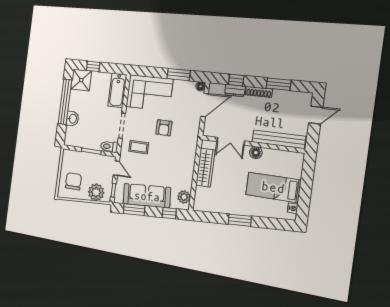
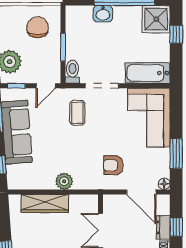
armchair: (164, 128) -> (113, 165), moved
wardrobe: (205, 168) -> (45, 203), moved
chair: (73, 181) -> (38, 27), moved, turned -90
plant: (184, 197) -> (64, 181), moved

